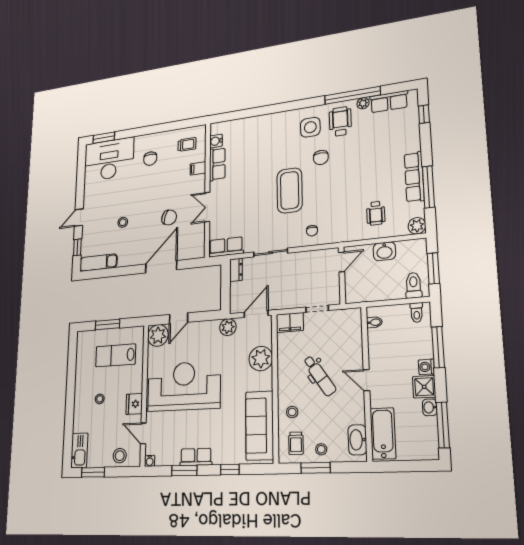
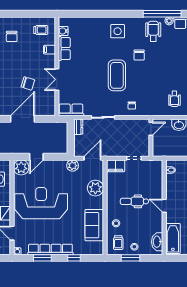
side table: (310, 127) -> (118, 31), moved
dental chair: (320, 376) -> (134, 201), turned 124
sofa: (260, 425) -> (94, 225), width x0.73
row of seats: (196, 457) -> (50, 249), width x2.02

